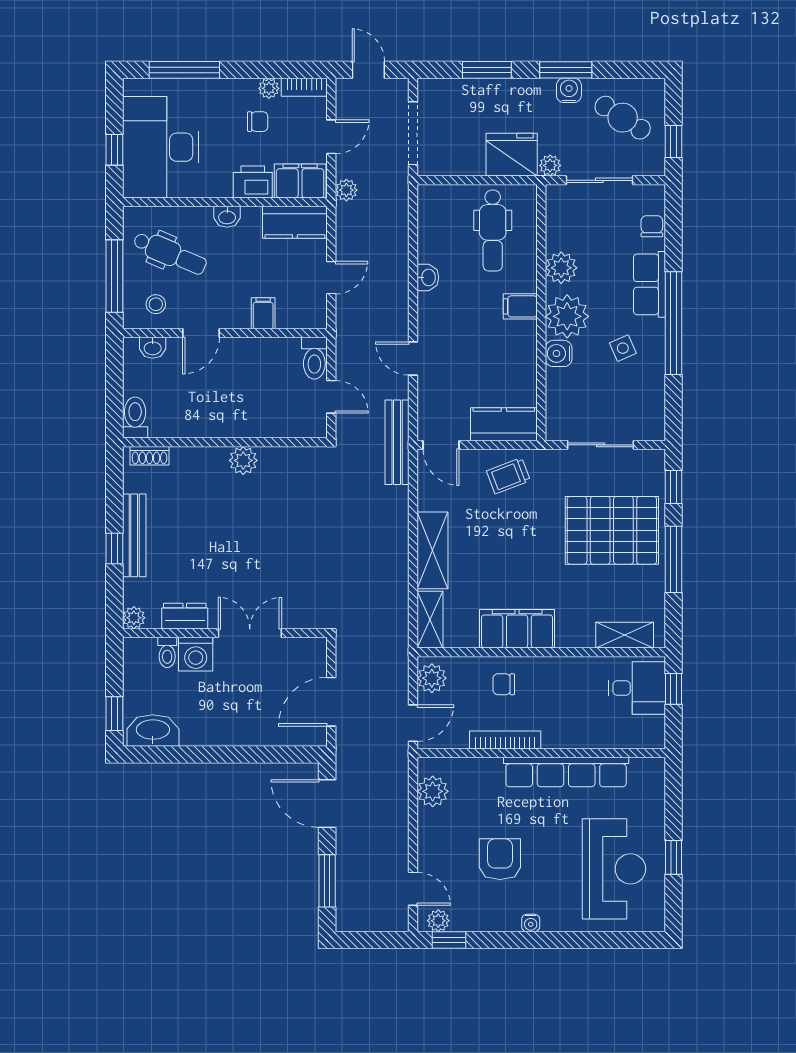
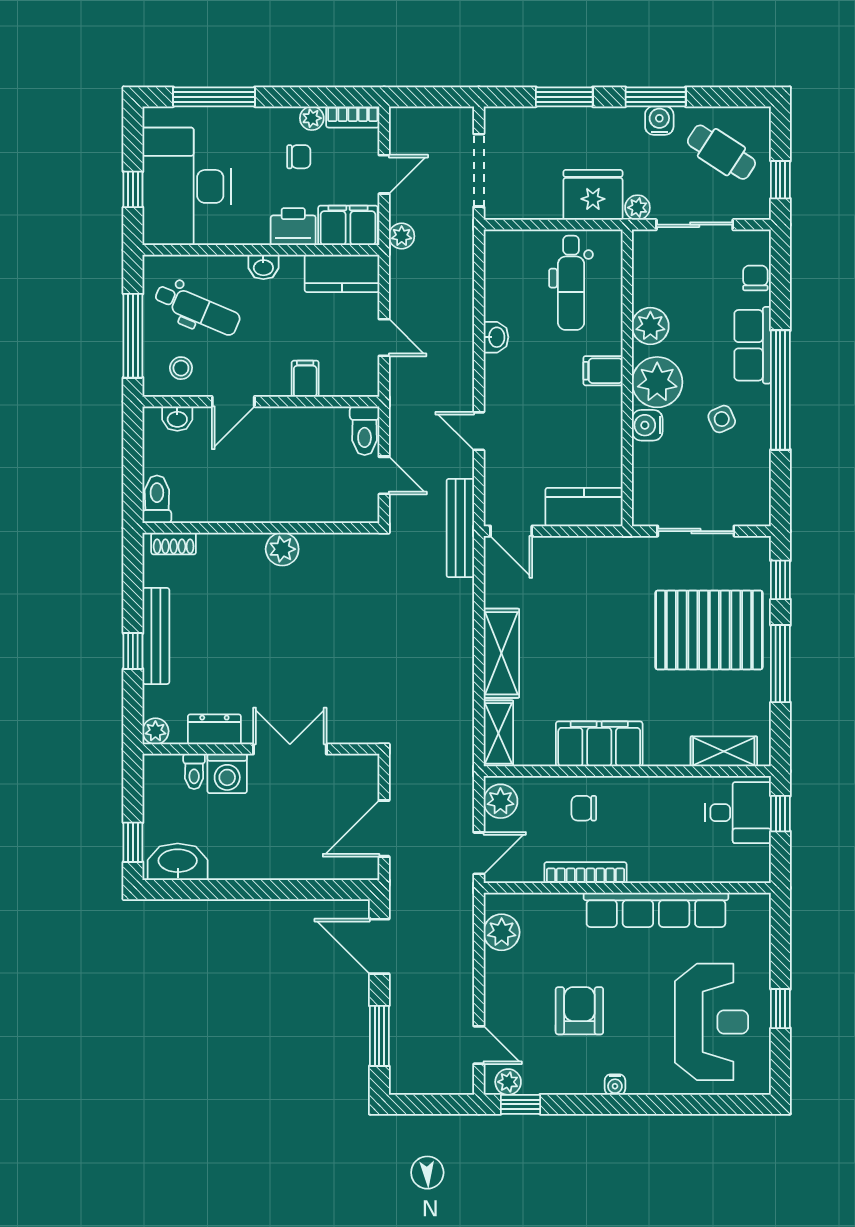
door: (368, 70) -> (427, 97), removed
door: (331, 278) -> (384, 337), hinge flipped
trolley: (508, 476) -> (589, 567), removed

